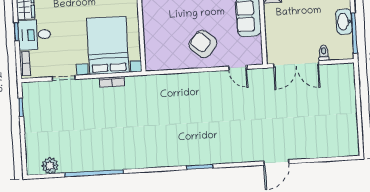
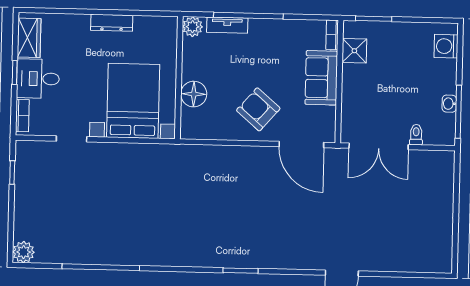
washbasin: (344, 22) -> (449, 104), width x0.52, depth x0.69
floor lamp: (153, 36) -> (194, 94), added
door: (238, 68) -> (301, 144), width x1.87
bookcase: (112, 82) -> (135, 149), removed
plant: (50, 166) -> (24, 252), moved

